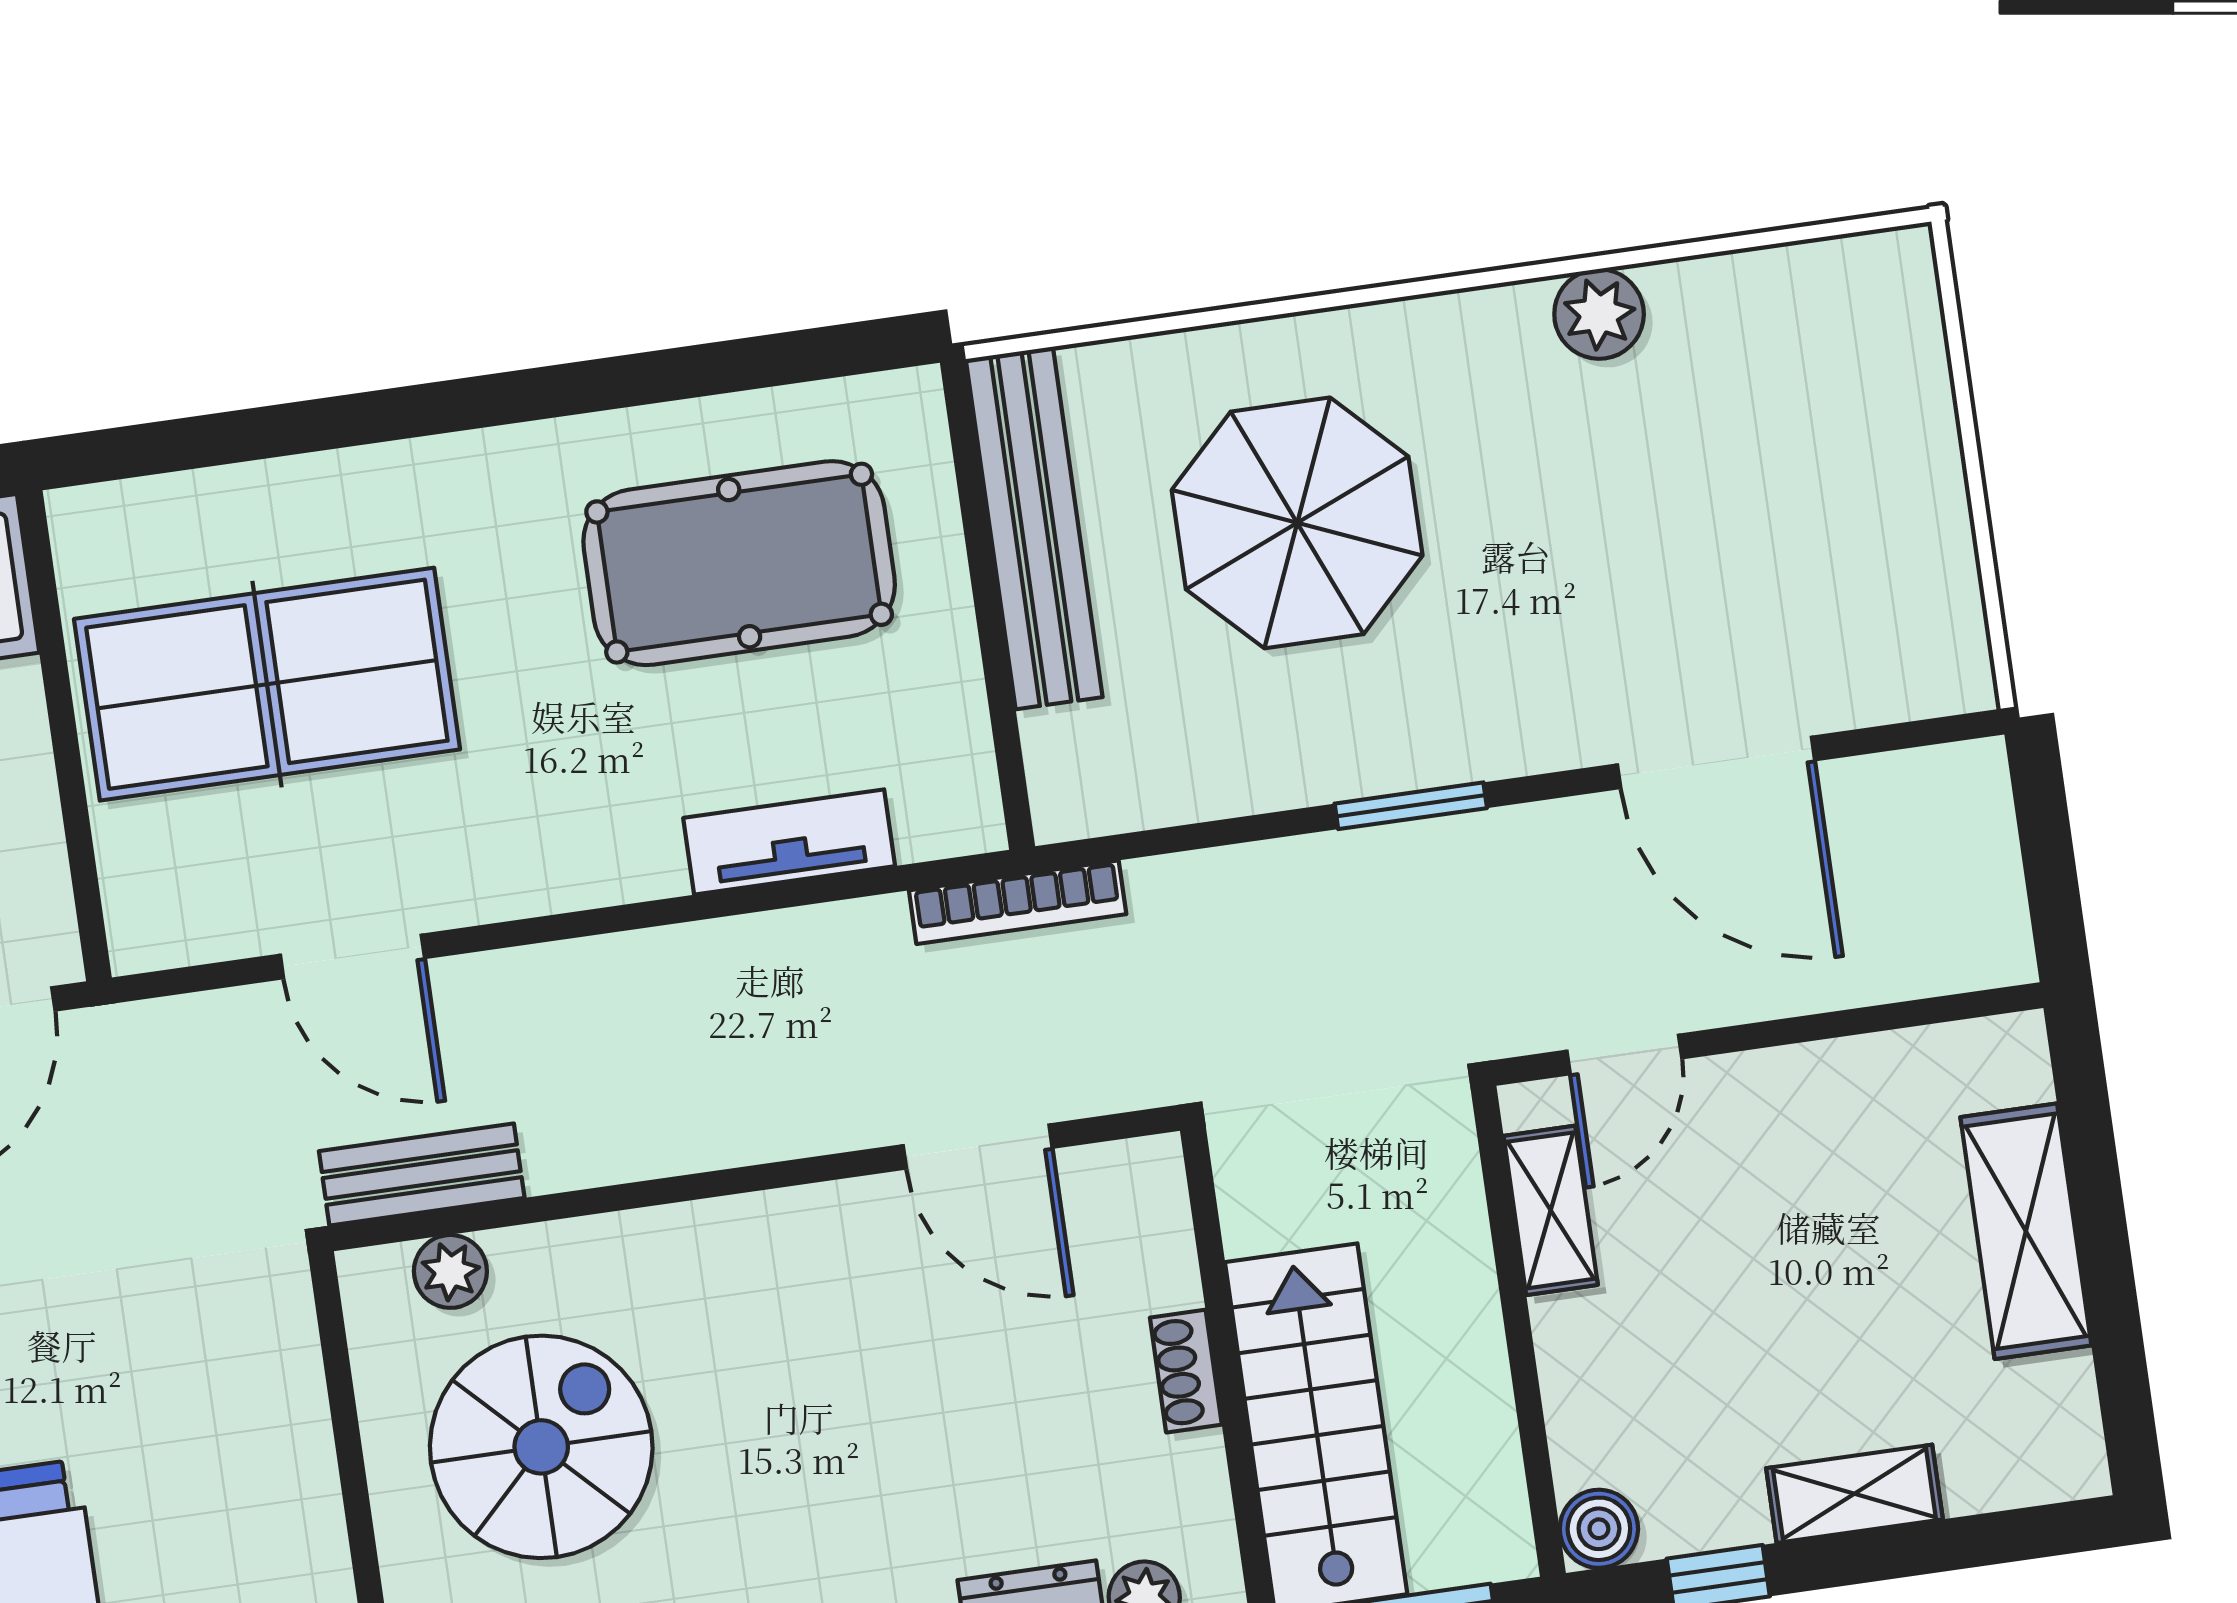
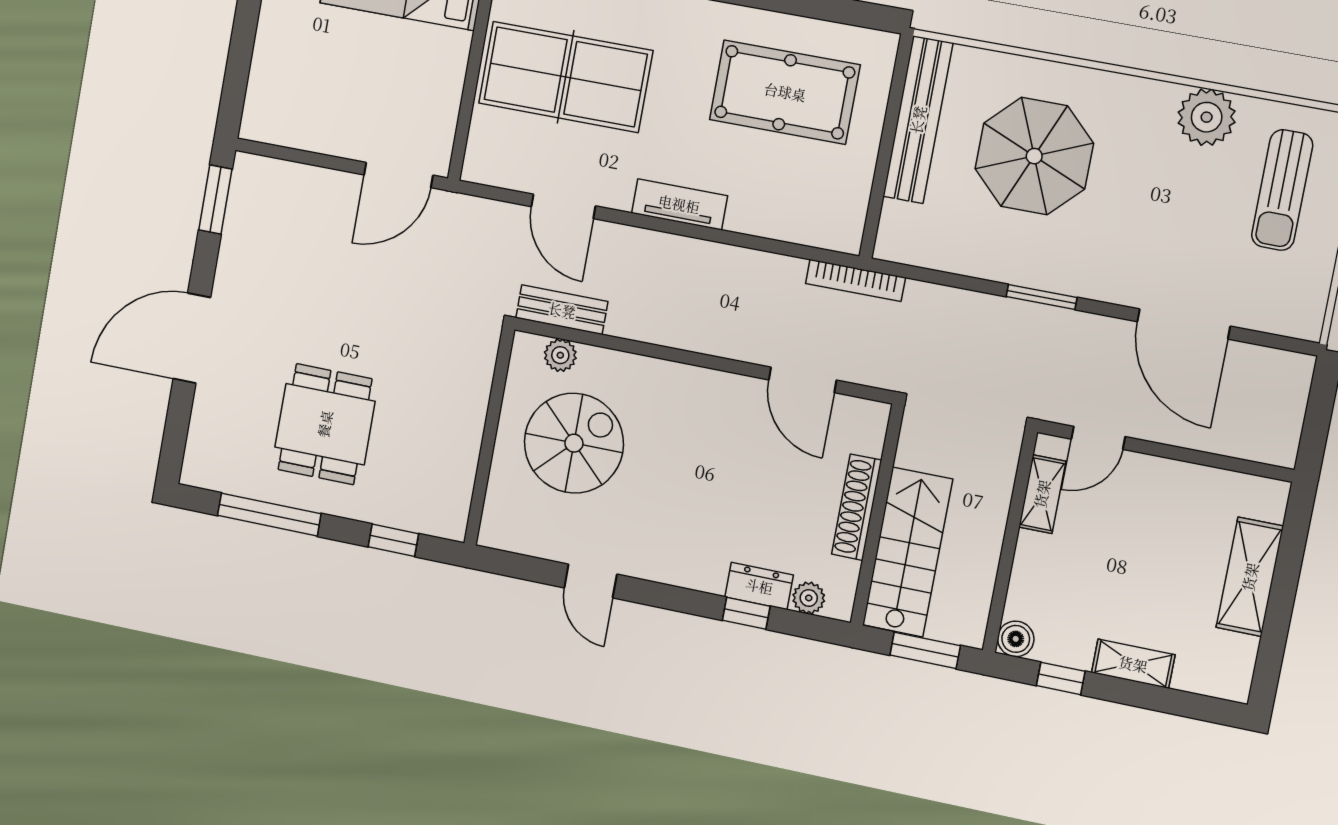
plant: (1599, 314) -> (1207, 117), width x1.36, depth x1.36
sun lounger: (1819, 424) -> (1282, 190), added
tv unit: (789, 842) -> (679, 204), moved
shoe rack: (1186, 1371) -> (857, 507), width x1.94, depth x1.24

